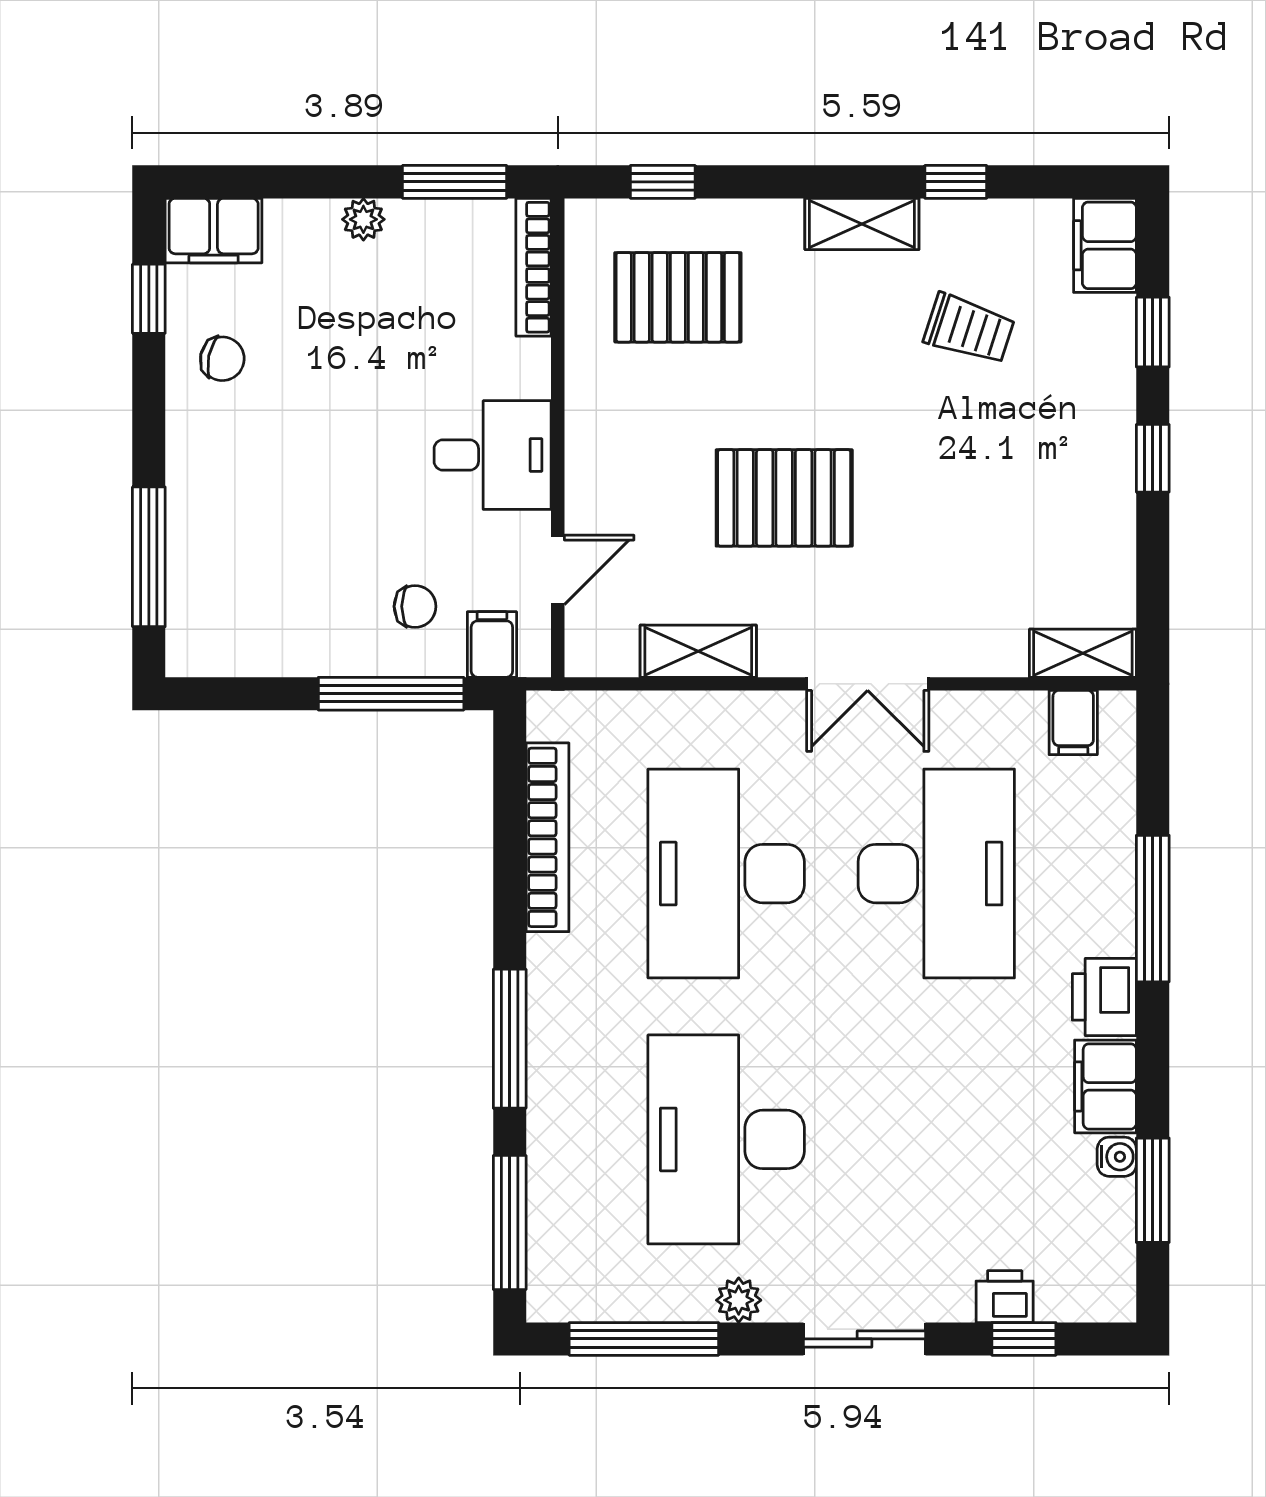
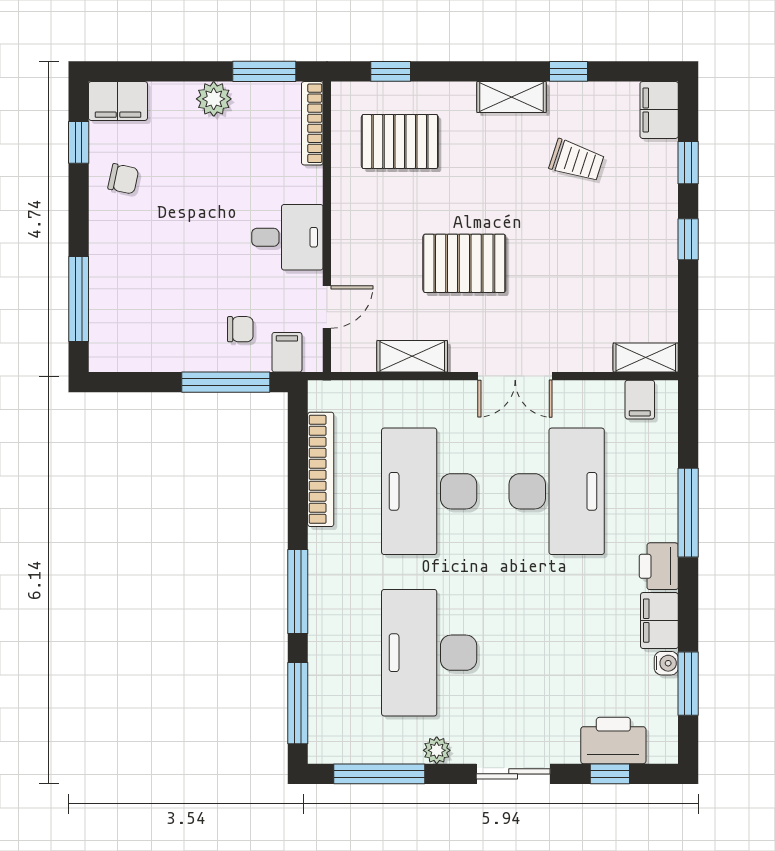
plant: (363, 219) -> (214, 99), width x1.38, depth x1.38
printer: (1005, 1297) -> (613, 741), width x1.87, depth x1.48

